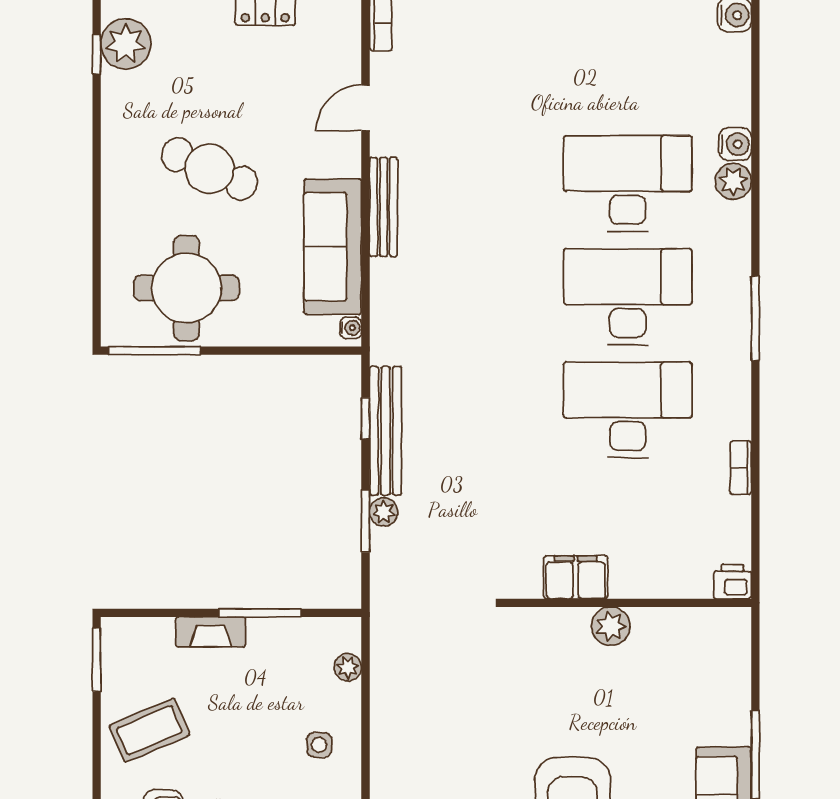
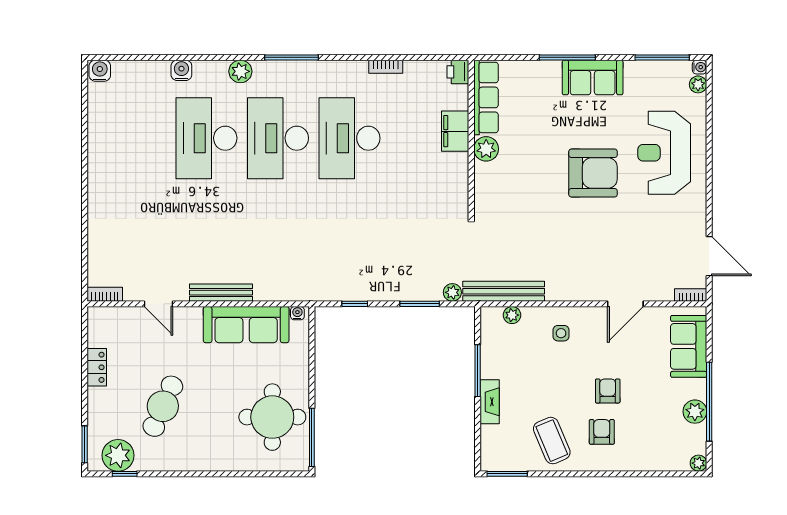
cafe table: (209, 169) -> (163, 406), moved
plant: (733, 181) -> (240, 71), moved
bench: (386, 431) -> (504, 291), moved
plant: (384, 512) -> (452, 292), moved
filing cabinet: (576, 577) -> (455, 131), moved
row of seats: (692, 626) -> (486, 97), added

